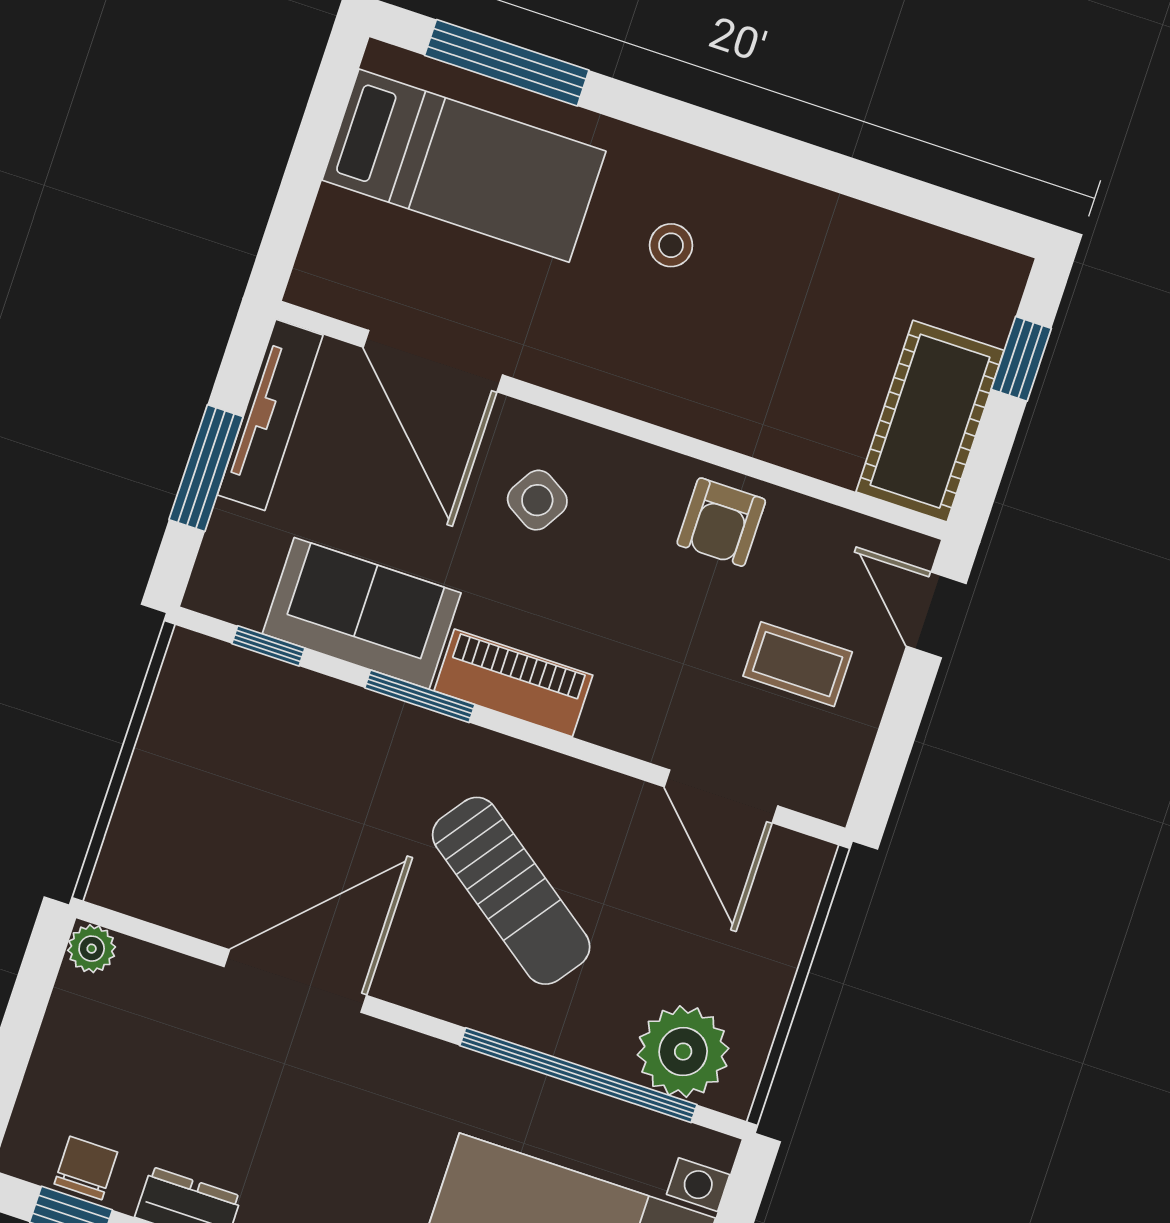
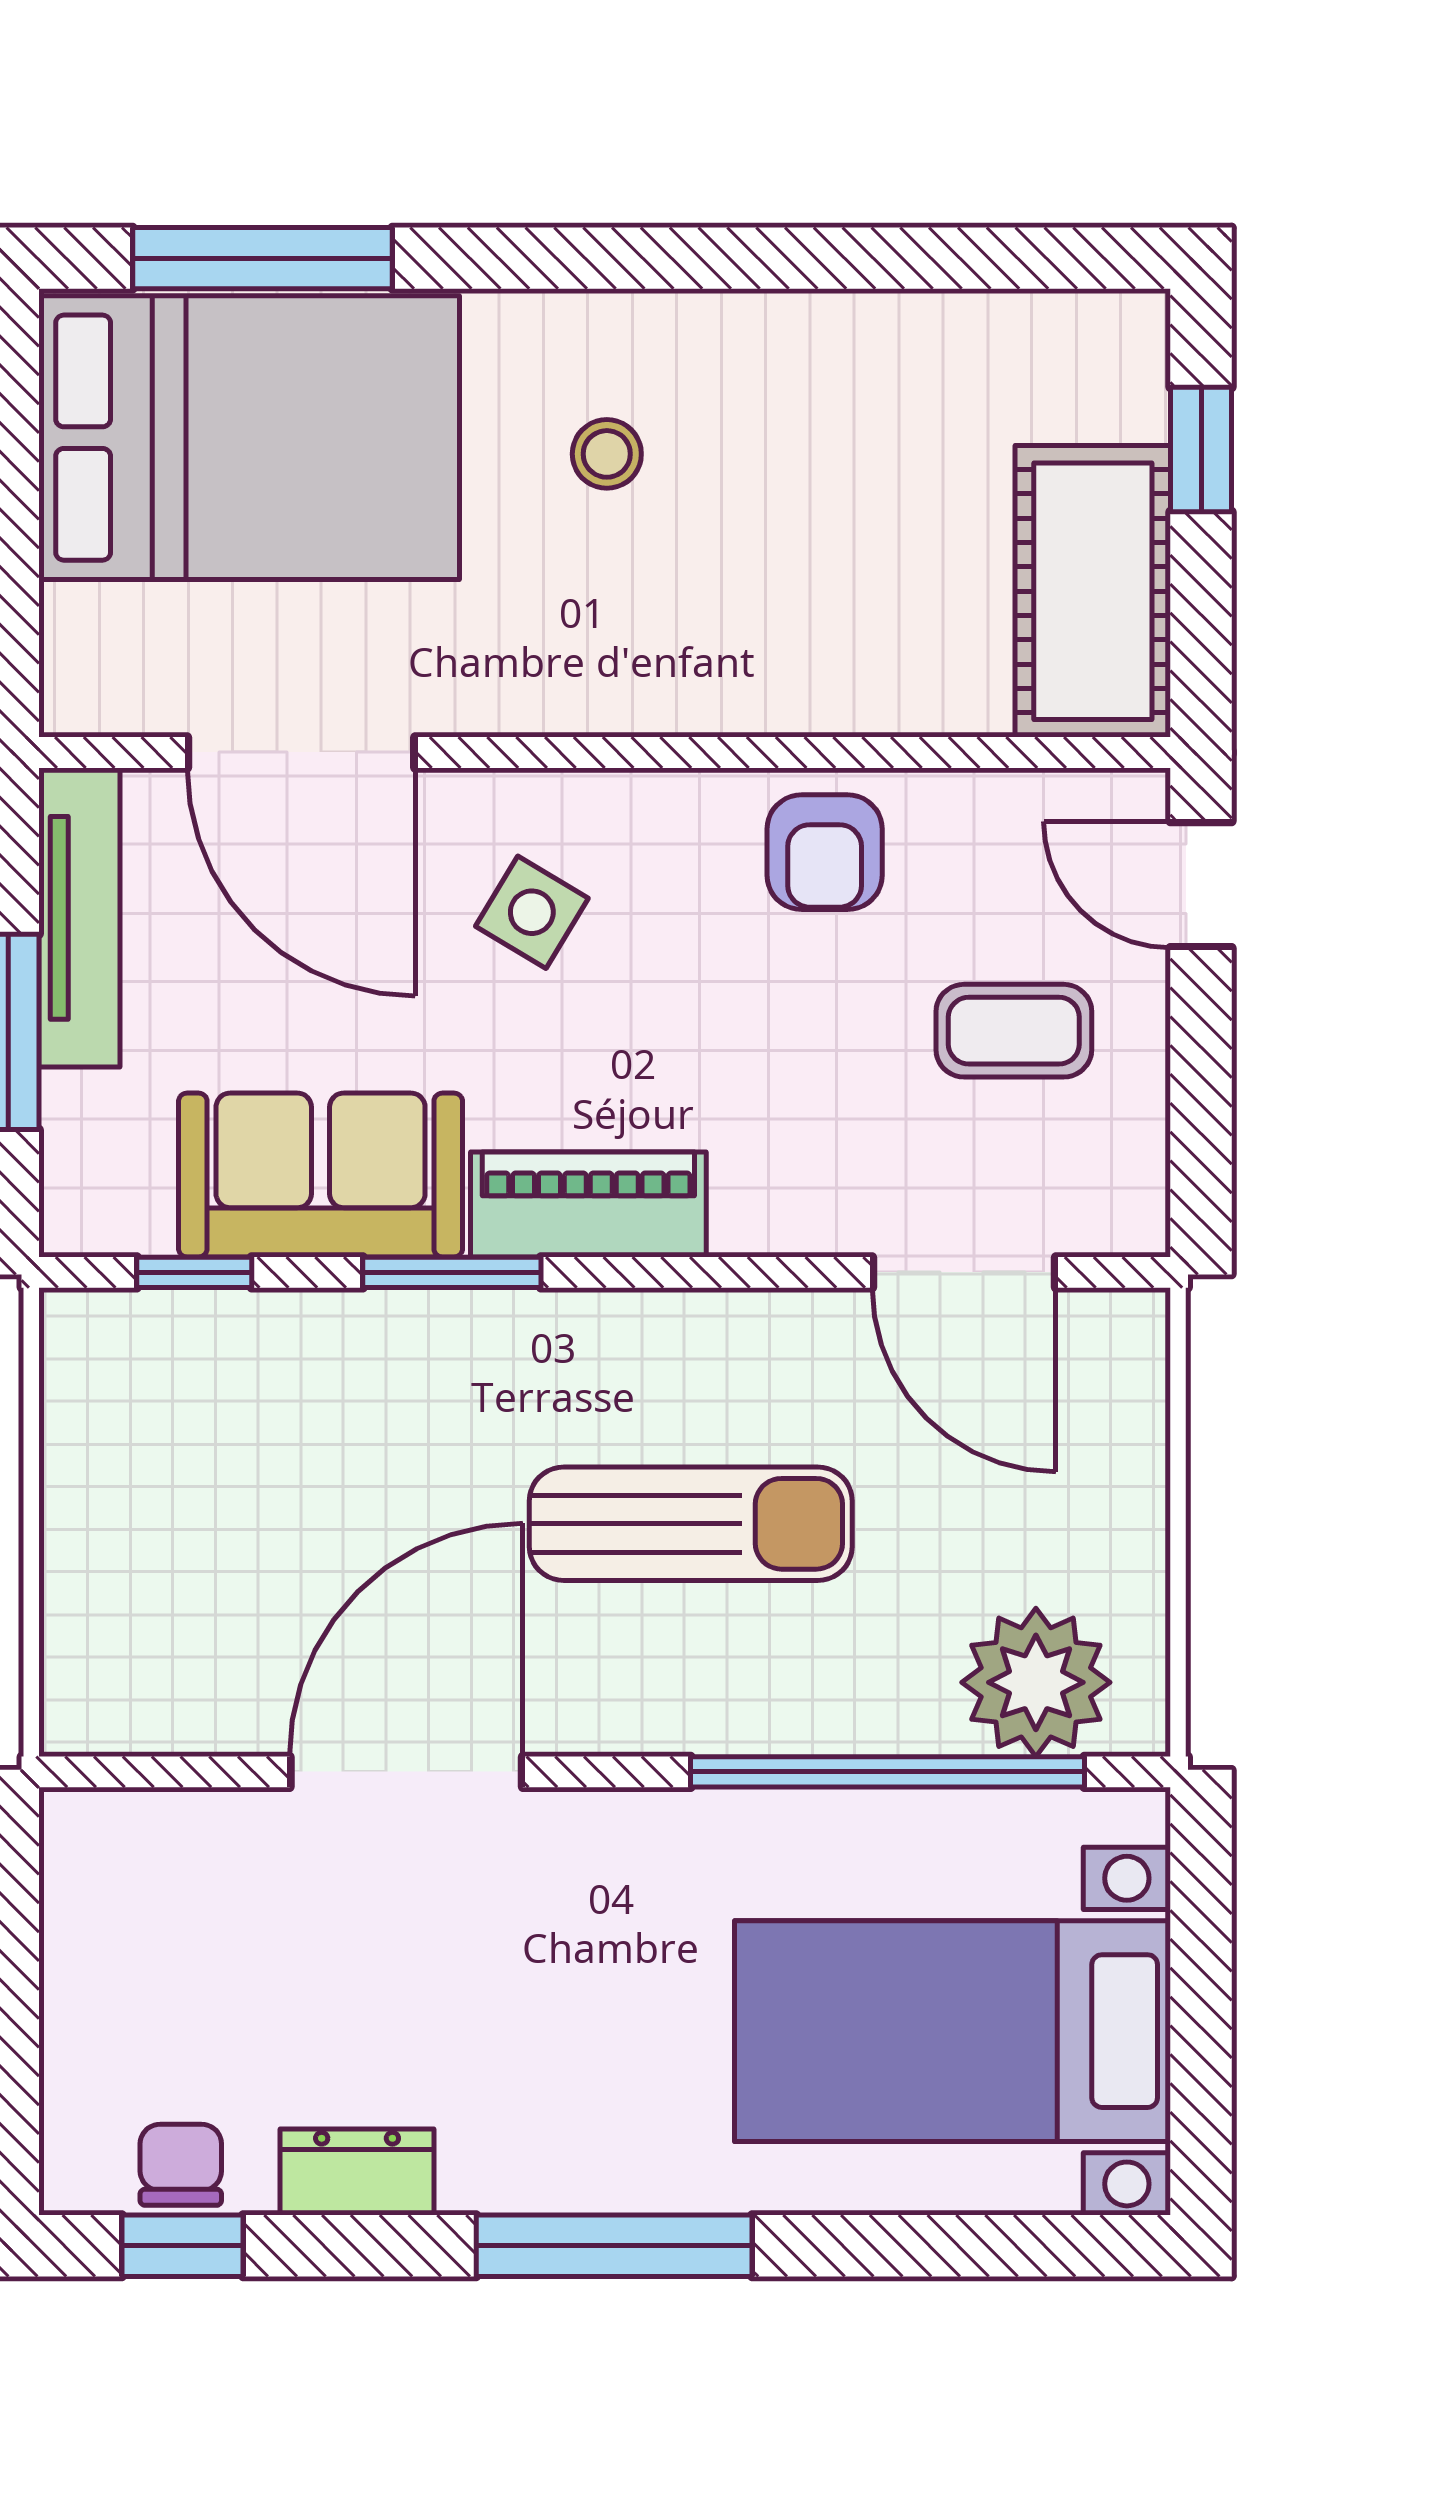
bed: (464, 166) -> (249, 438), width x1.50
sun lounger: (511, 891) -> (691, 1524), turned -36
plant: (92, 949) -> (78, 1826), removed

